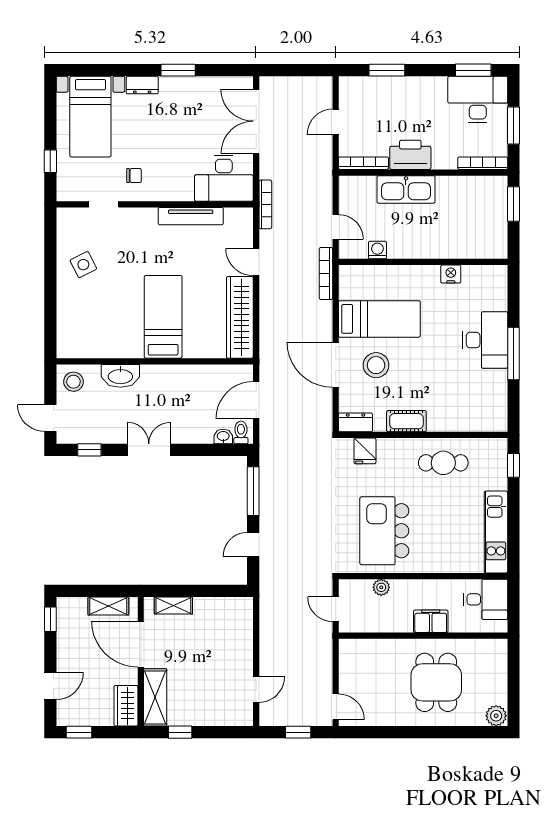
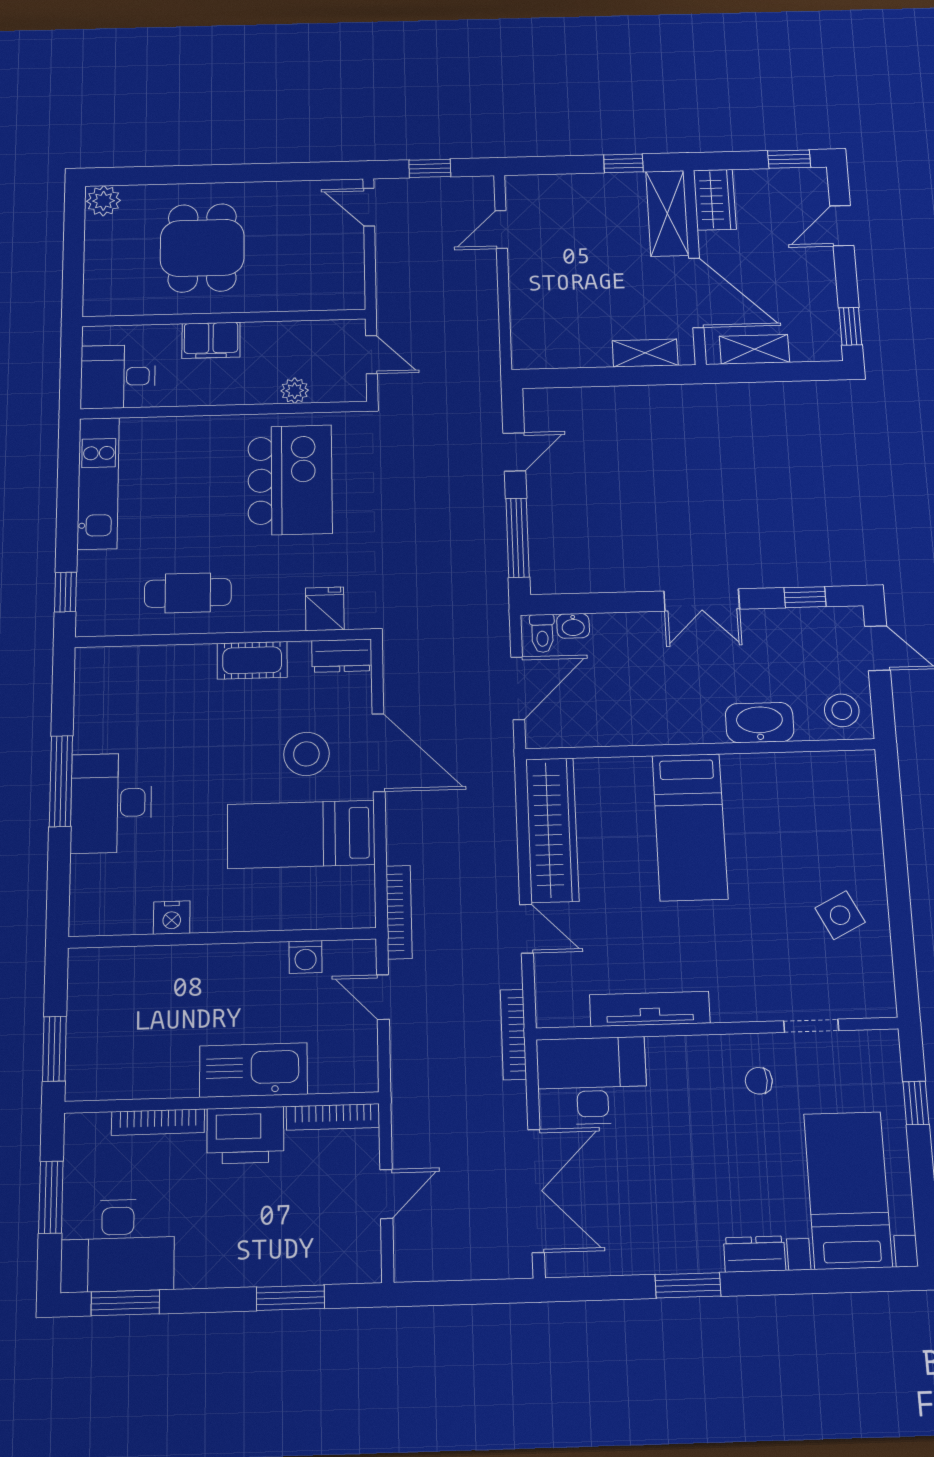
bookcase: (483, 163) -> (158, 1122), moved

